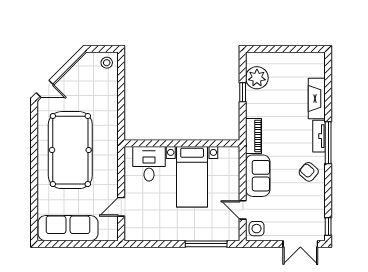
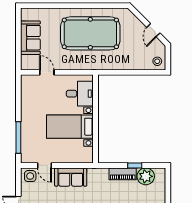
door: (45, 89) -> (153, 30), moved
piano: (254, 136) -> (123, 174), moved
door: (243, 210) -> (44, 165), swing flipped
sofa: (68, 228) -> (30, 38), width x0.73

